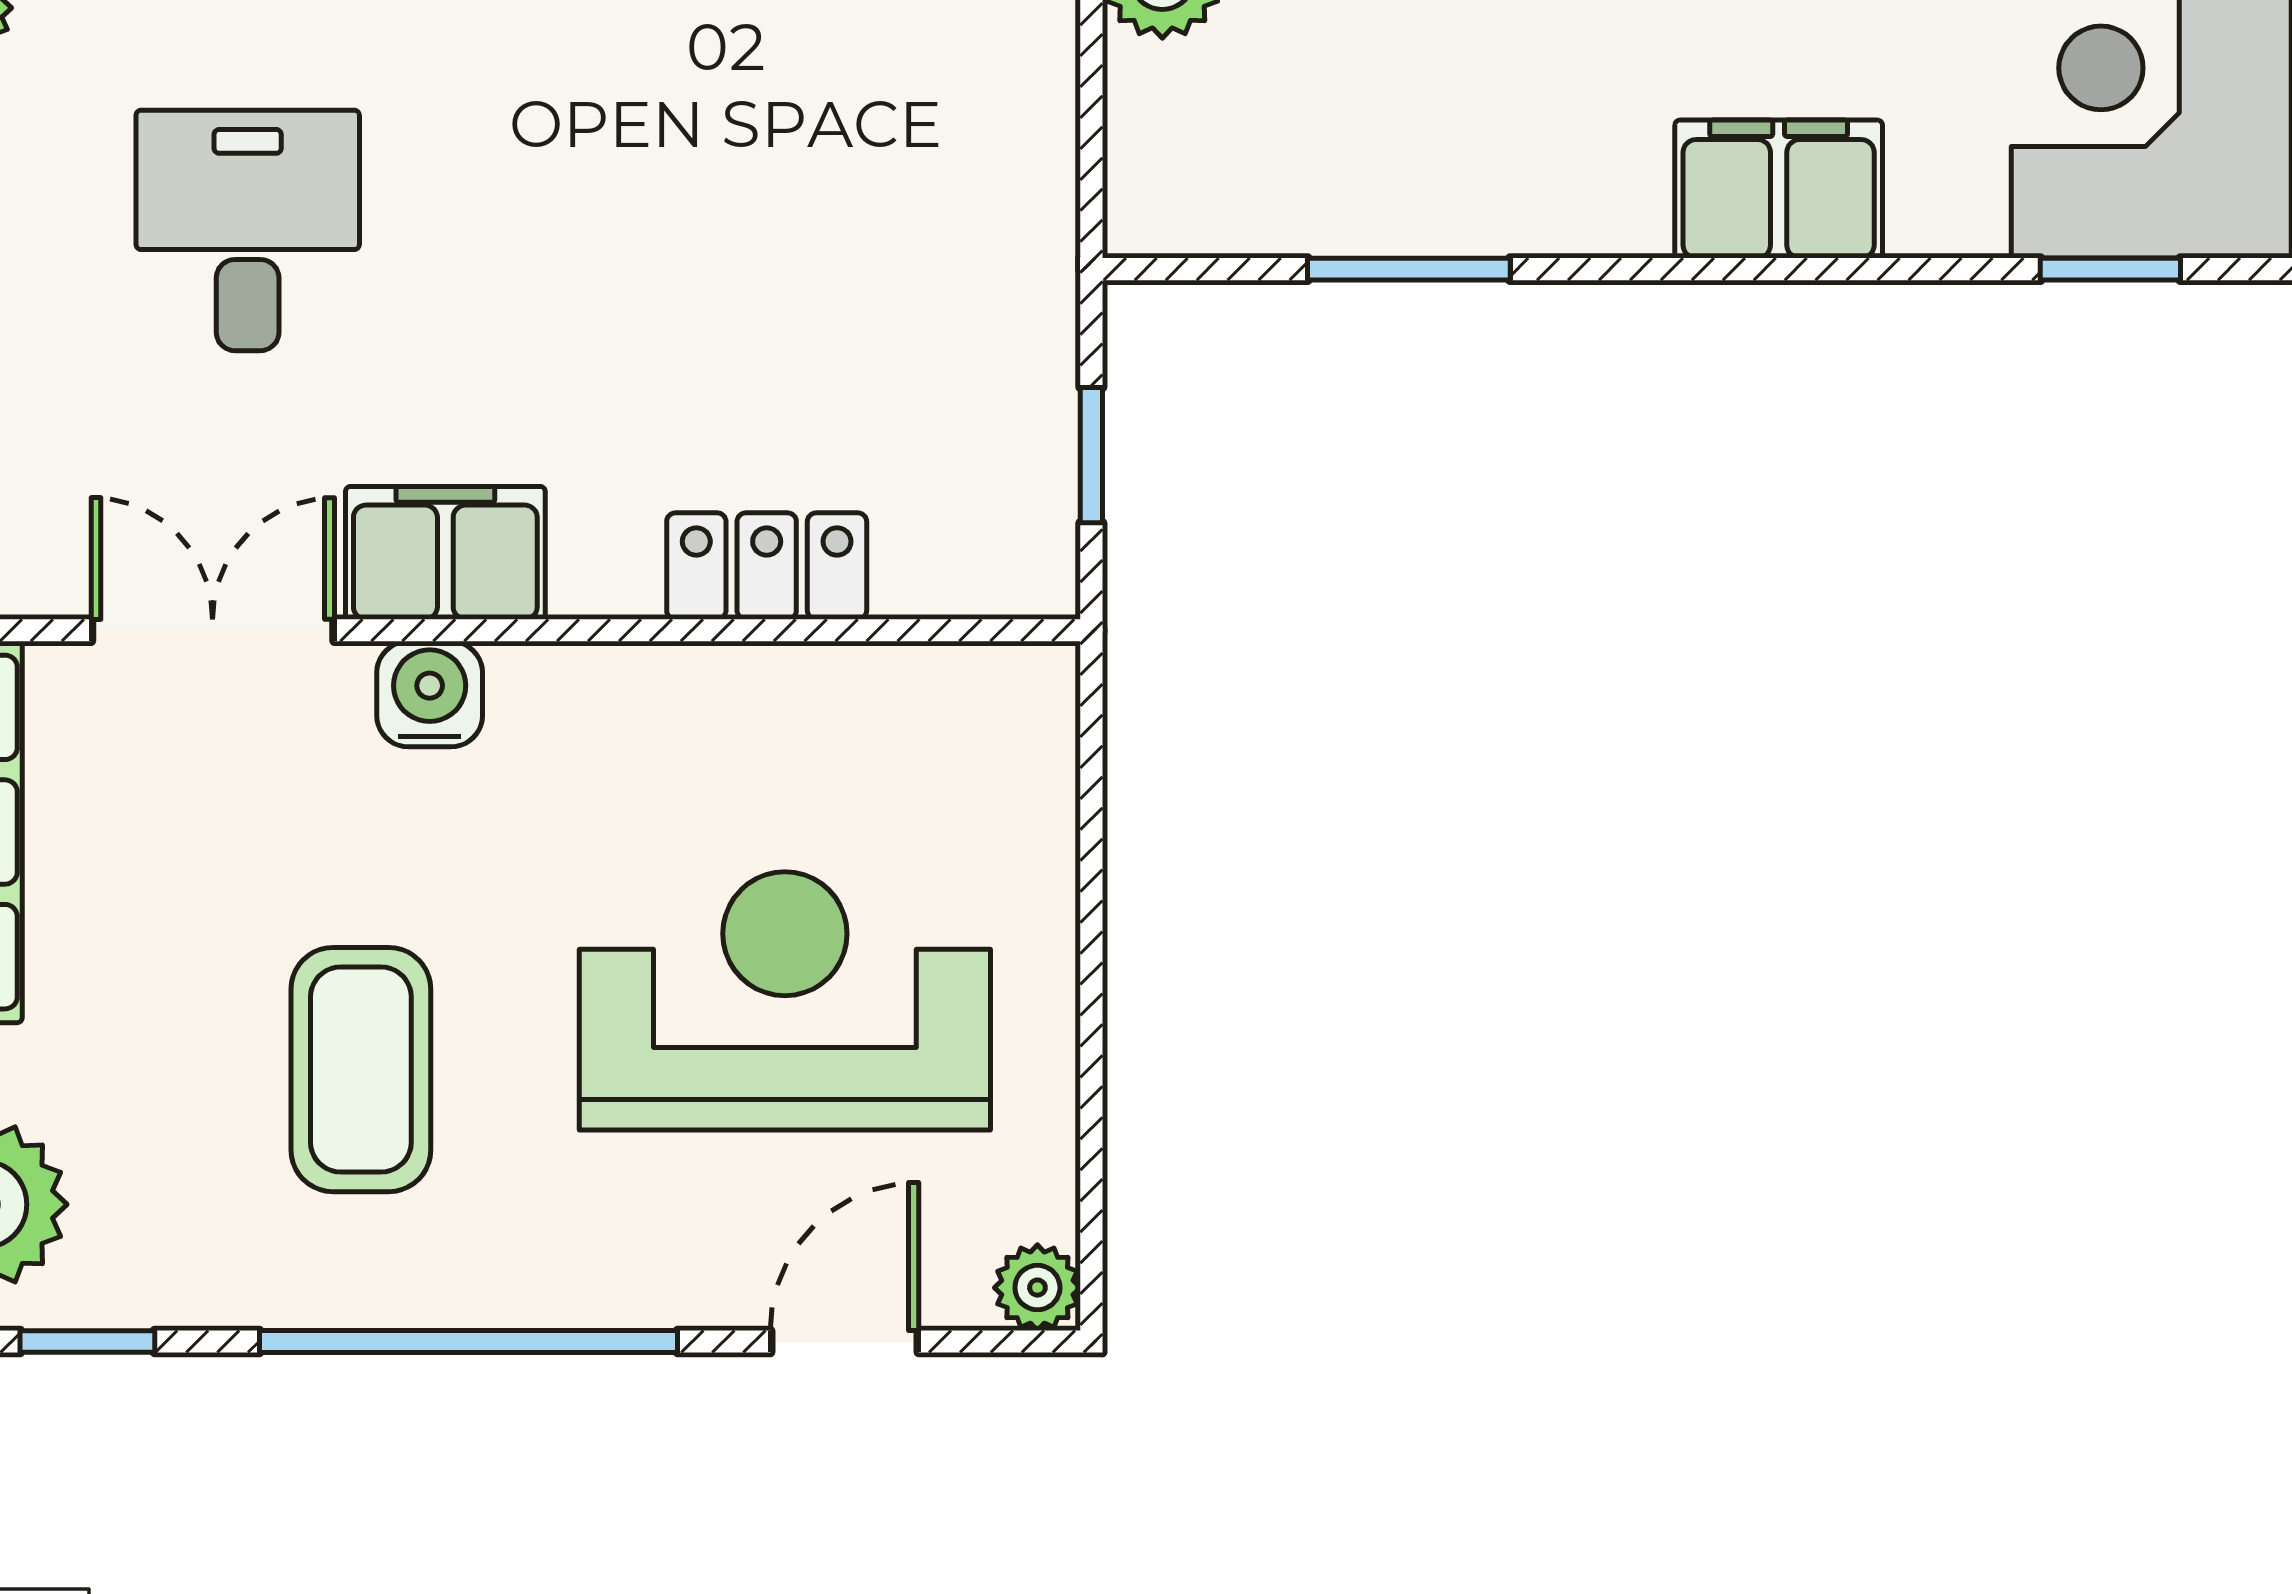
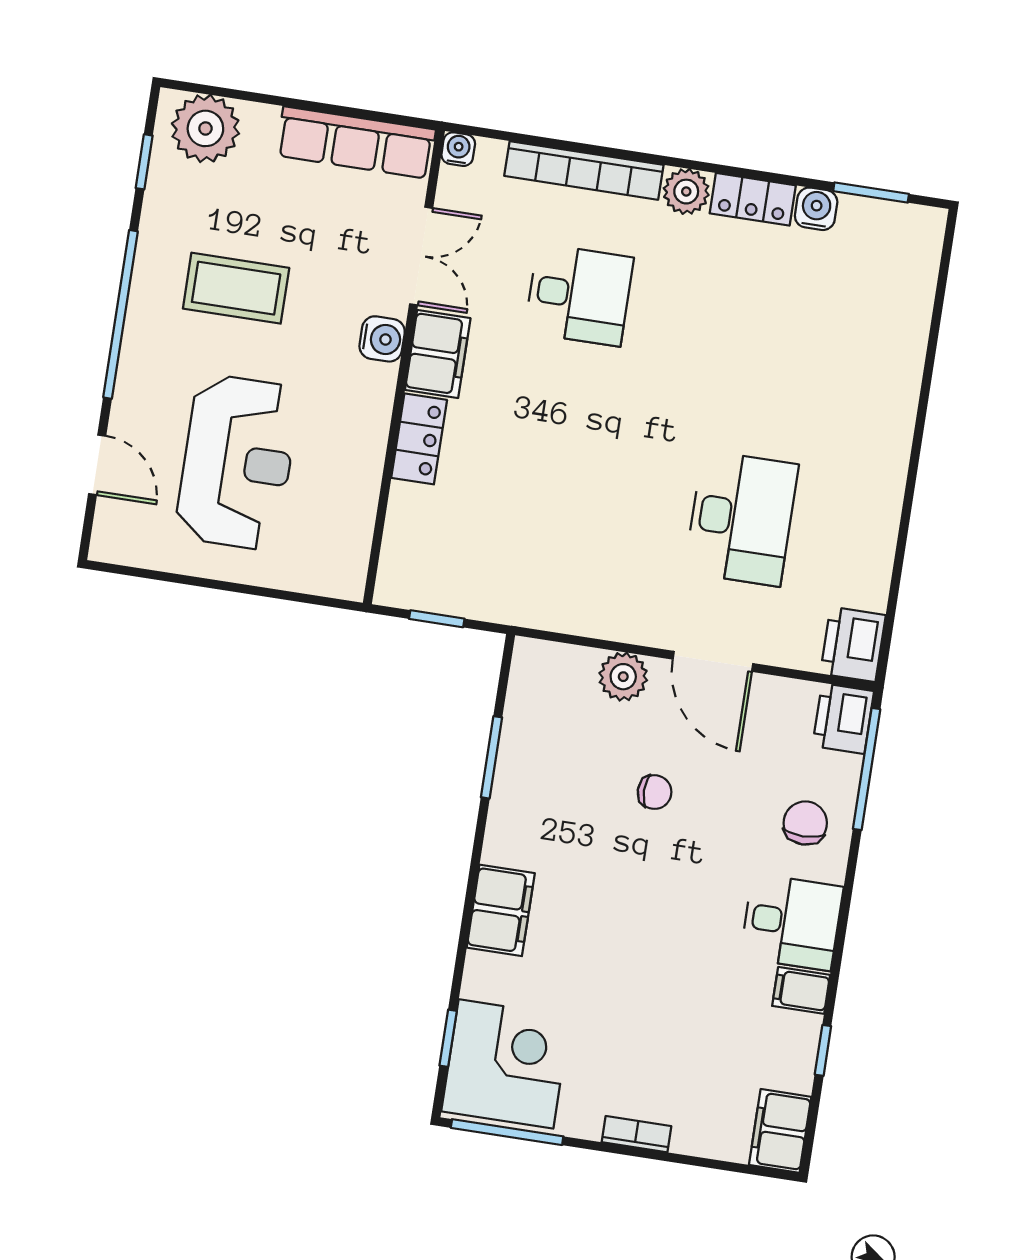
locker: (767, 566) -> (419, 439), moved
plant: (1037, 1288) -> (107, 546), removed

